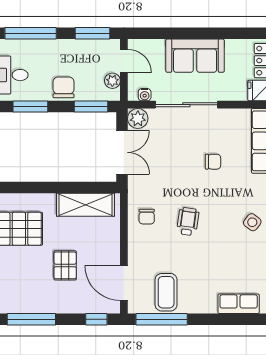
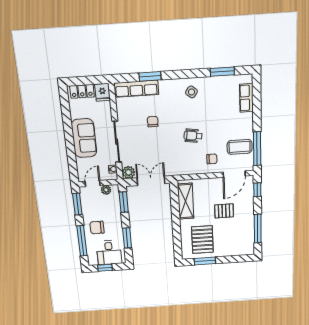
chair: (64, 87) -> (97, 228), moved
chair: (147, 217) -> (212, 159), moved

